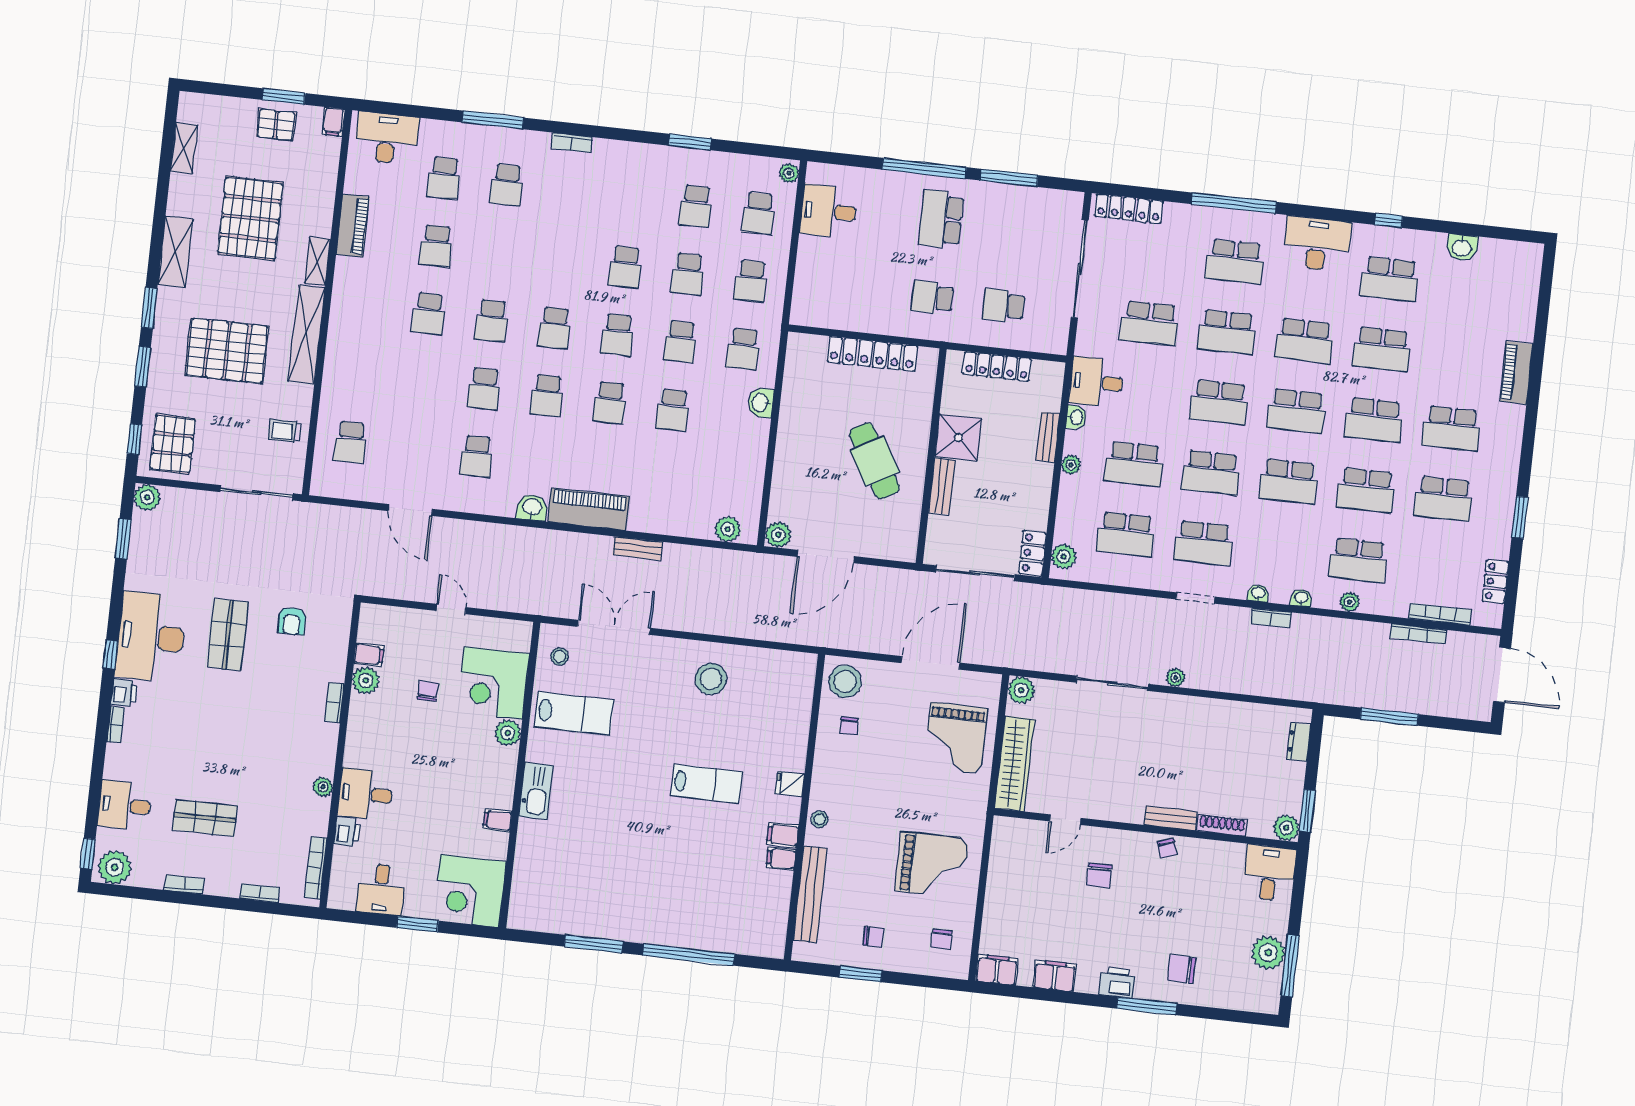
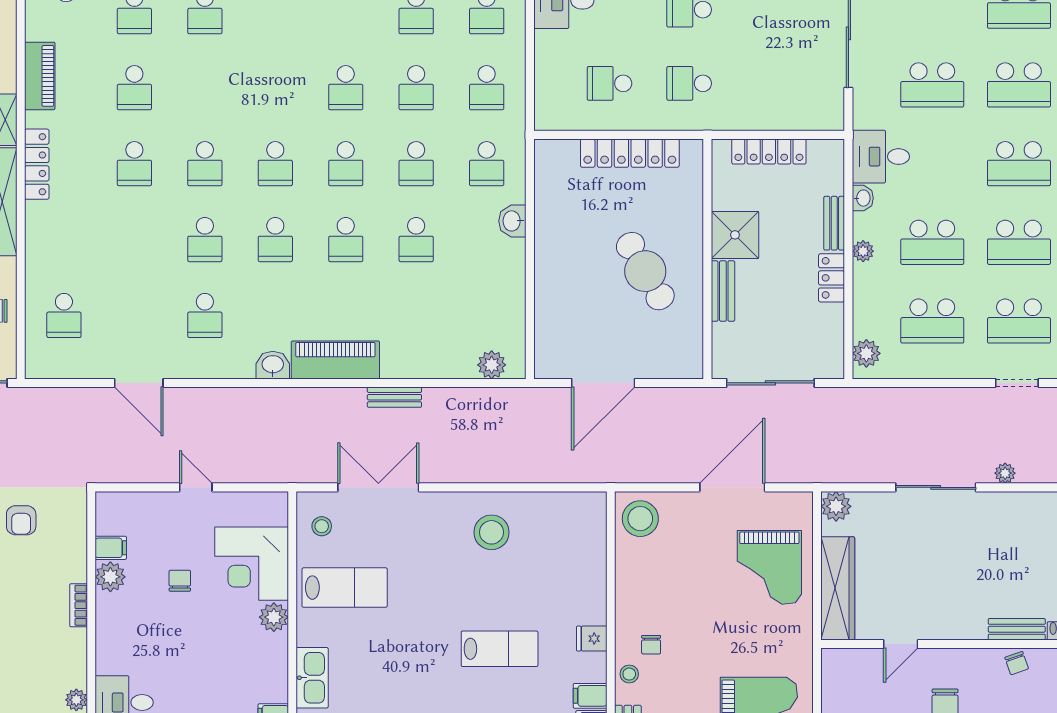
locker: (341, 304) -> (37, 164), added
school desk: (1004, 305) -> (609, 83), moved
plant: (778, 535) -> (548, 365), removed
locker: (1033, 553) -> (832, 278), moved
chair: (849, 726) -> (651, 645), moved

